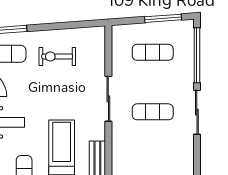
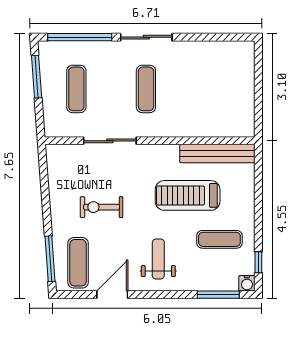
exercise bike: (57, 56) -> (102, 207), moved, turned 90
sliding door: (108, 99) -> (110, 141), moved

